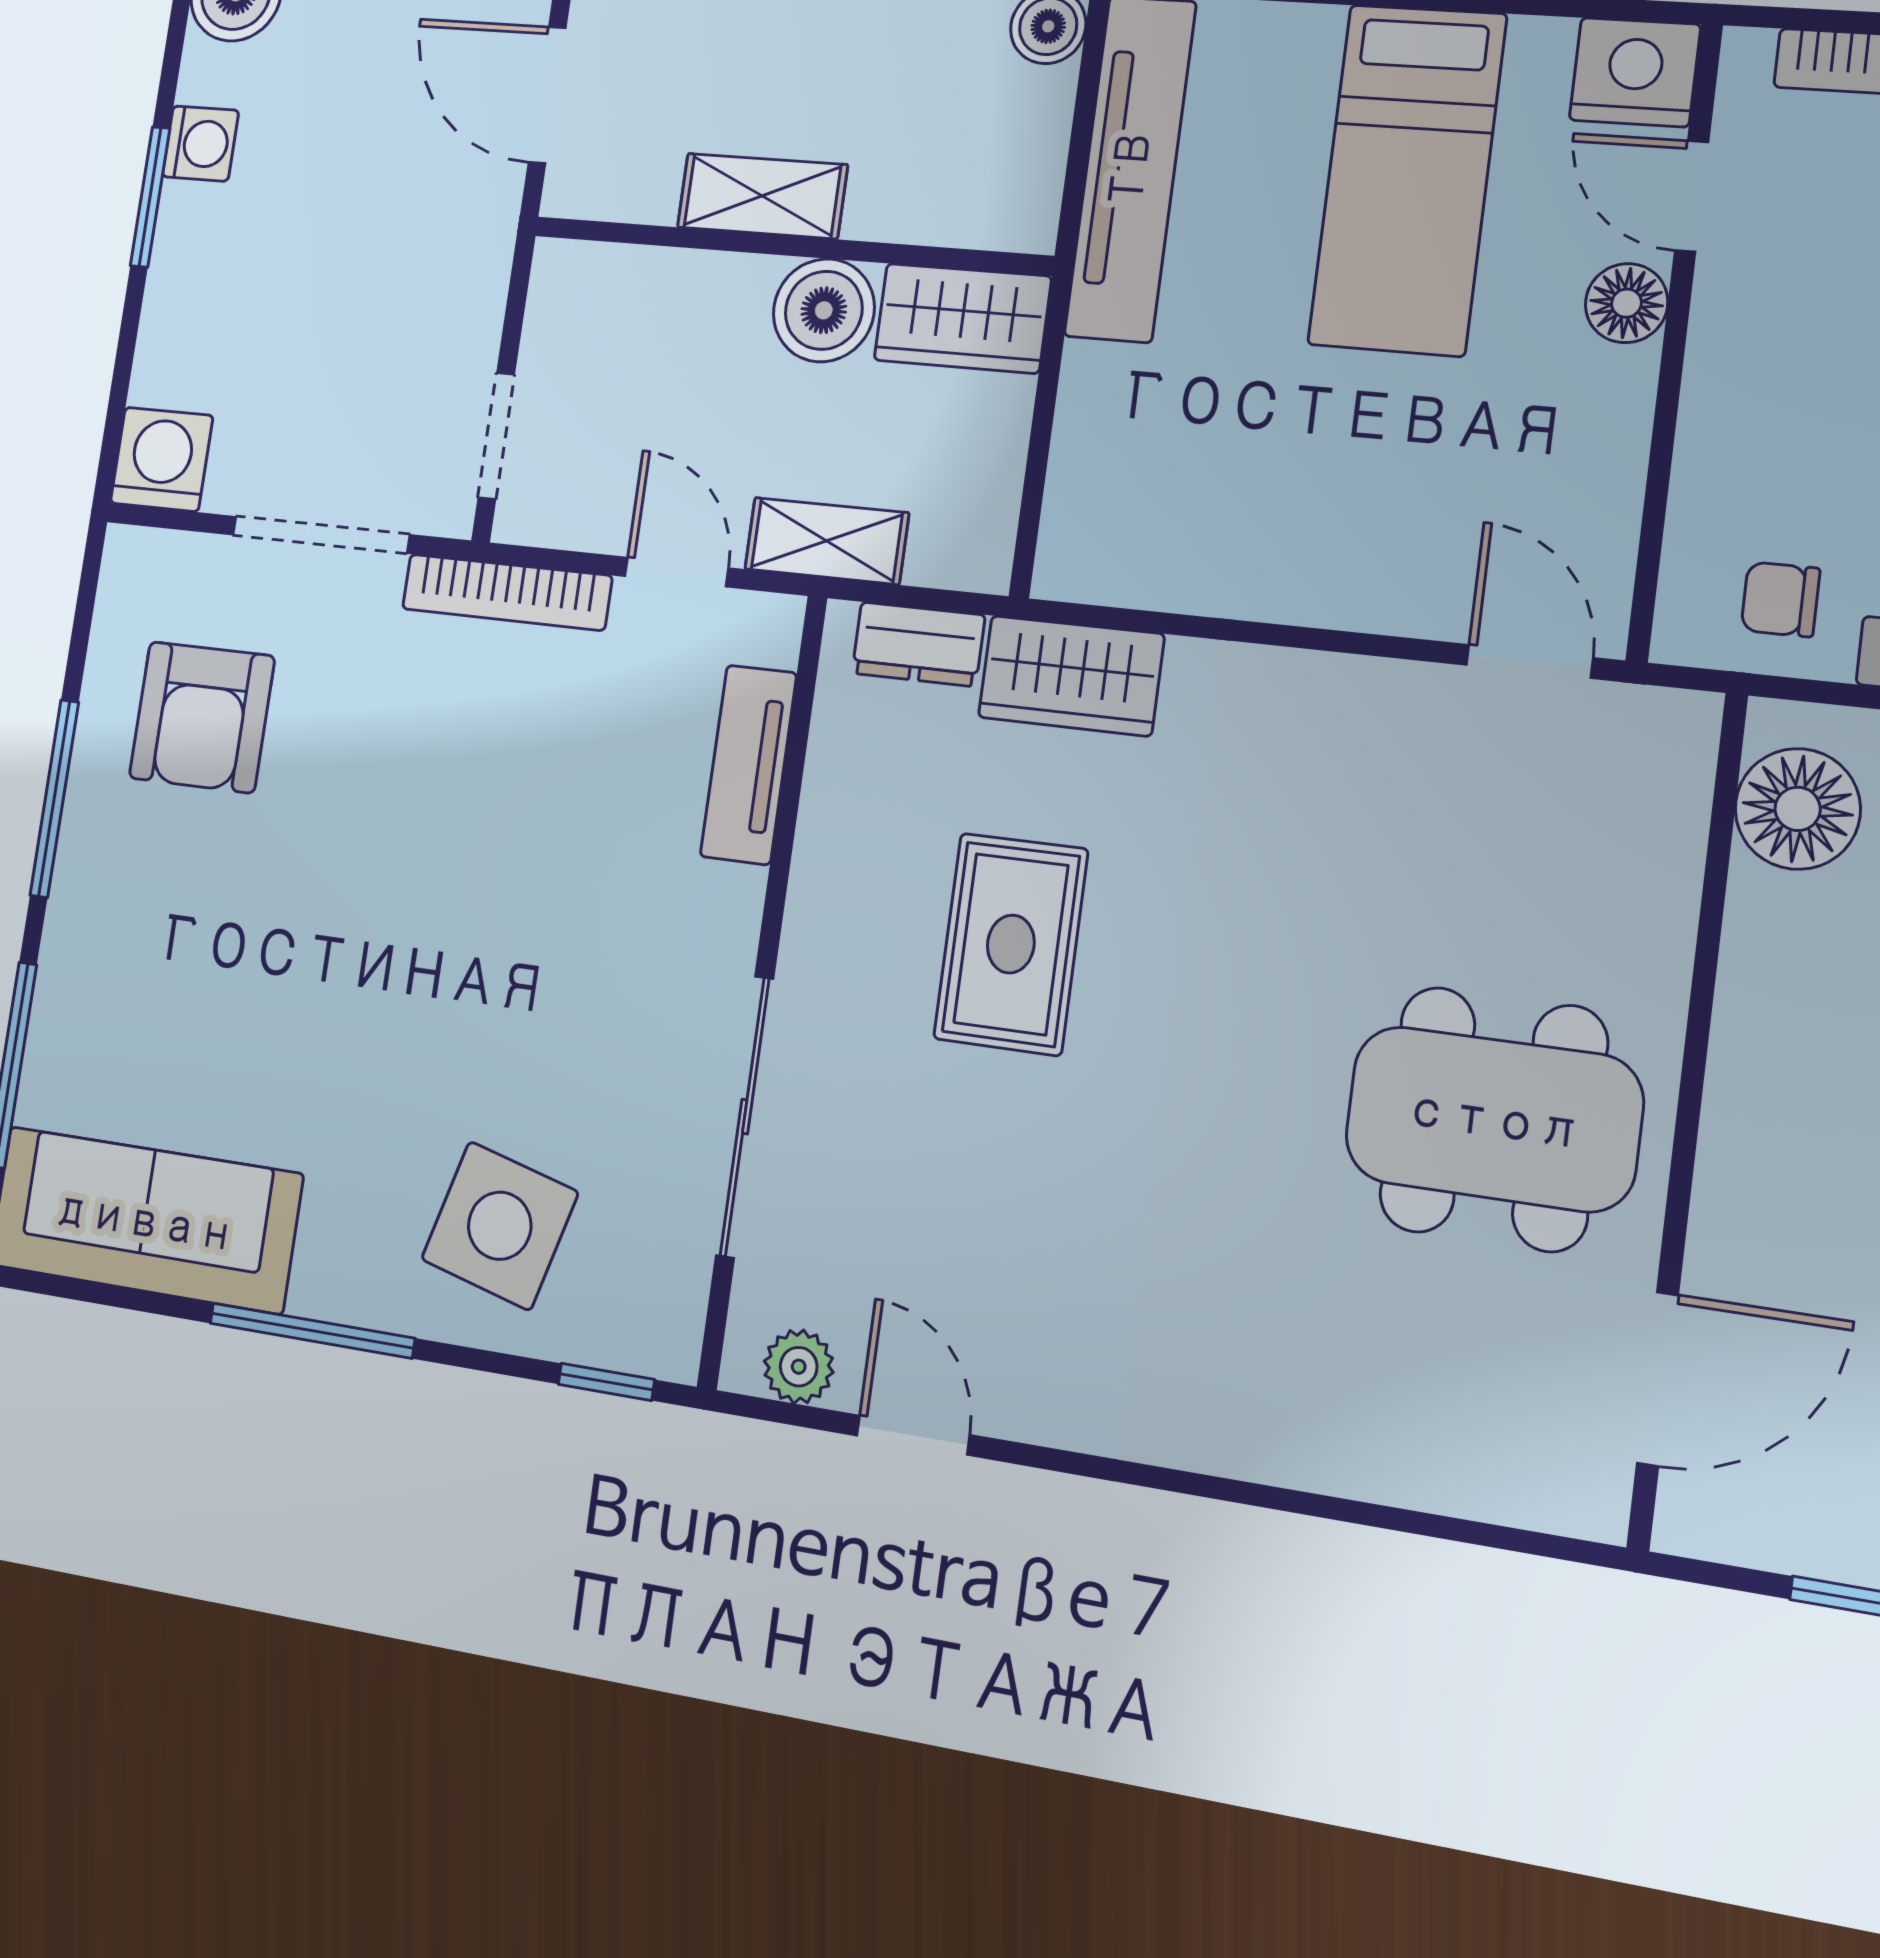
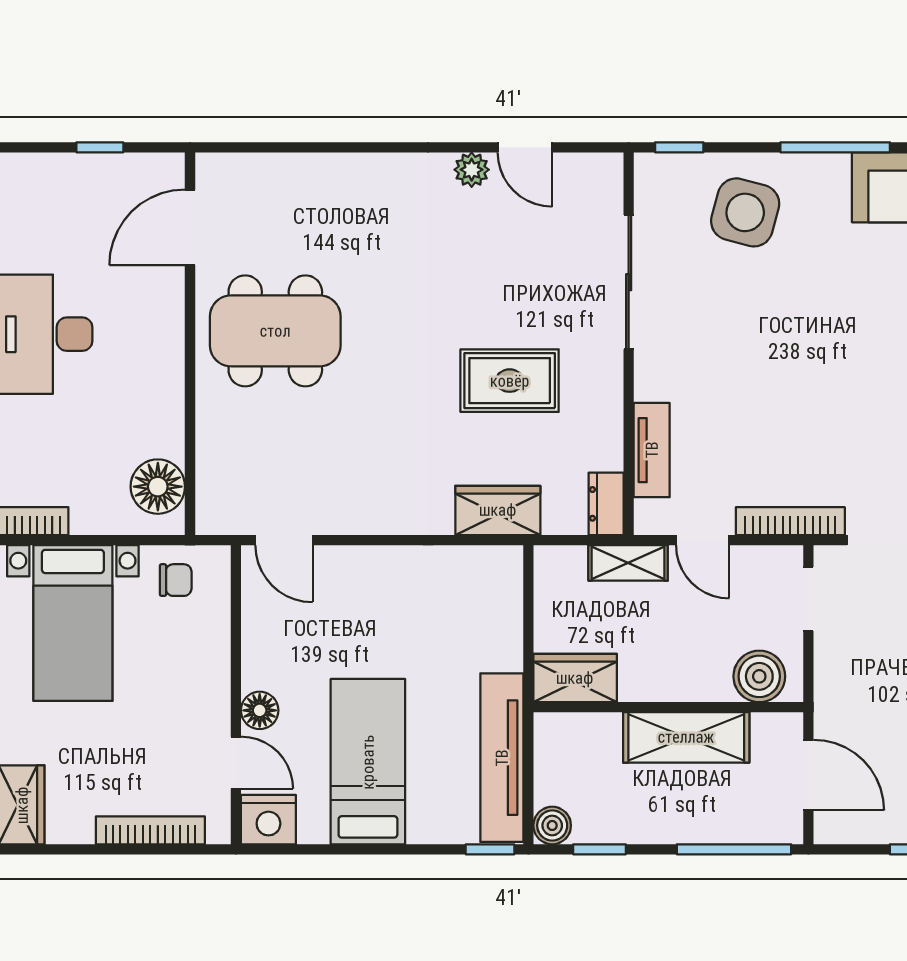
shelving: (762, 196) -> (686, 737), width x1.50, depth x1.33
boiler: (824, 310) -> (759, 676), moved
dresser: (918, 644) -> (606, 504), moved, turned -90
rug: (1011, 944) -> (510, 381), turned 90
plant: (799, 1367) -> (472, 170), moved

